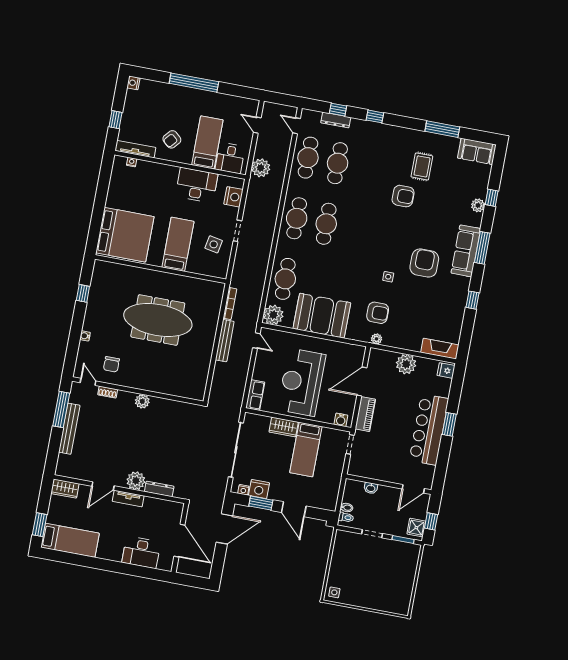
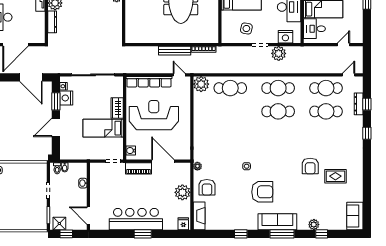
window: (442, 129) -> (367, 186), removed
plant: (261, 168) -> (279, 53), moved
armchair: (378, 313) -> (207, 187), moved
booth: (322, 316) -> (207, 121), removed
door: (256, 341) -> (179, 75), swing flipped
row of seats: (255, 395) -> (149, 82), width x2.02

